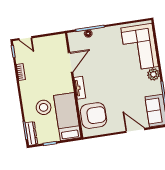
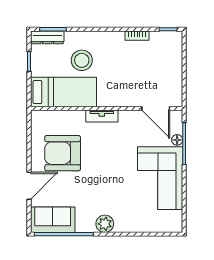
door: (25, 38) -> (184, 49), removed
corner sofa: (140, 47) -> (160, 178), moved, turned -90
door: (71, 62) -> (156, 108), moved
armchair: (93, 116) -> (63, 153), moved, turned 90

